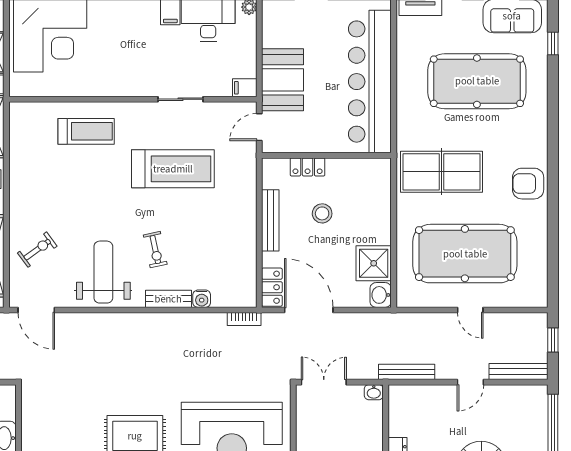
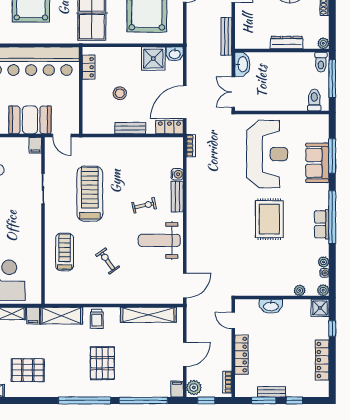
locker: (308, 167) -> (89, 67), moved
bench: (270, 220) -> (130, 128), width x0.73
exercise bike: (37, 250) -> (108, 261), moved
washbasin: (374, 392) -> (242, 64), width x1.91, depth x1.45

